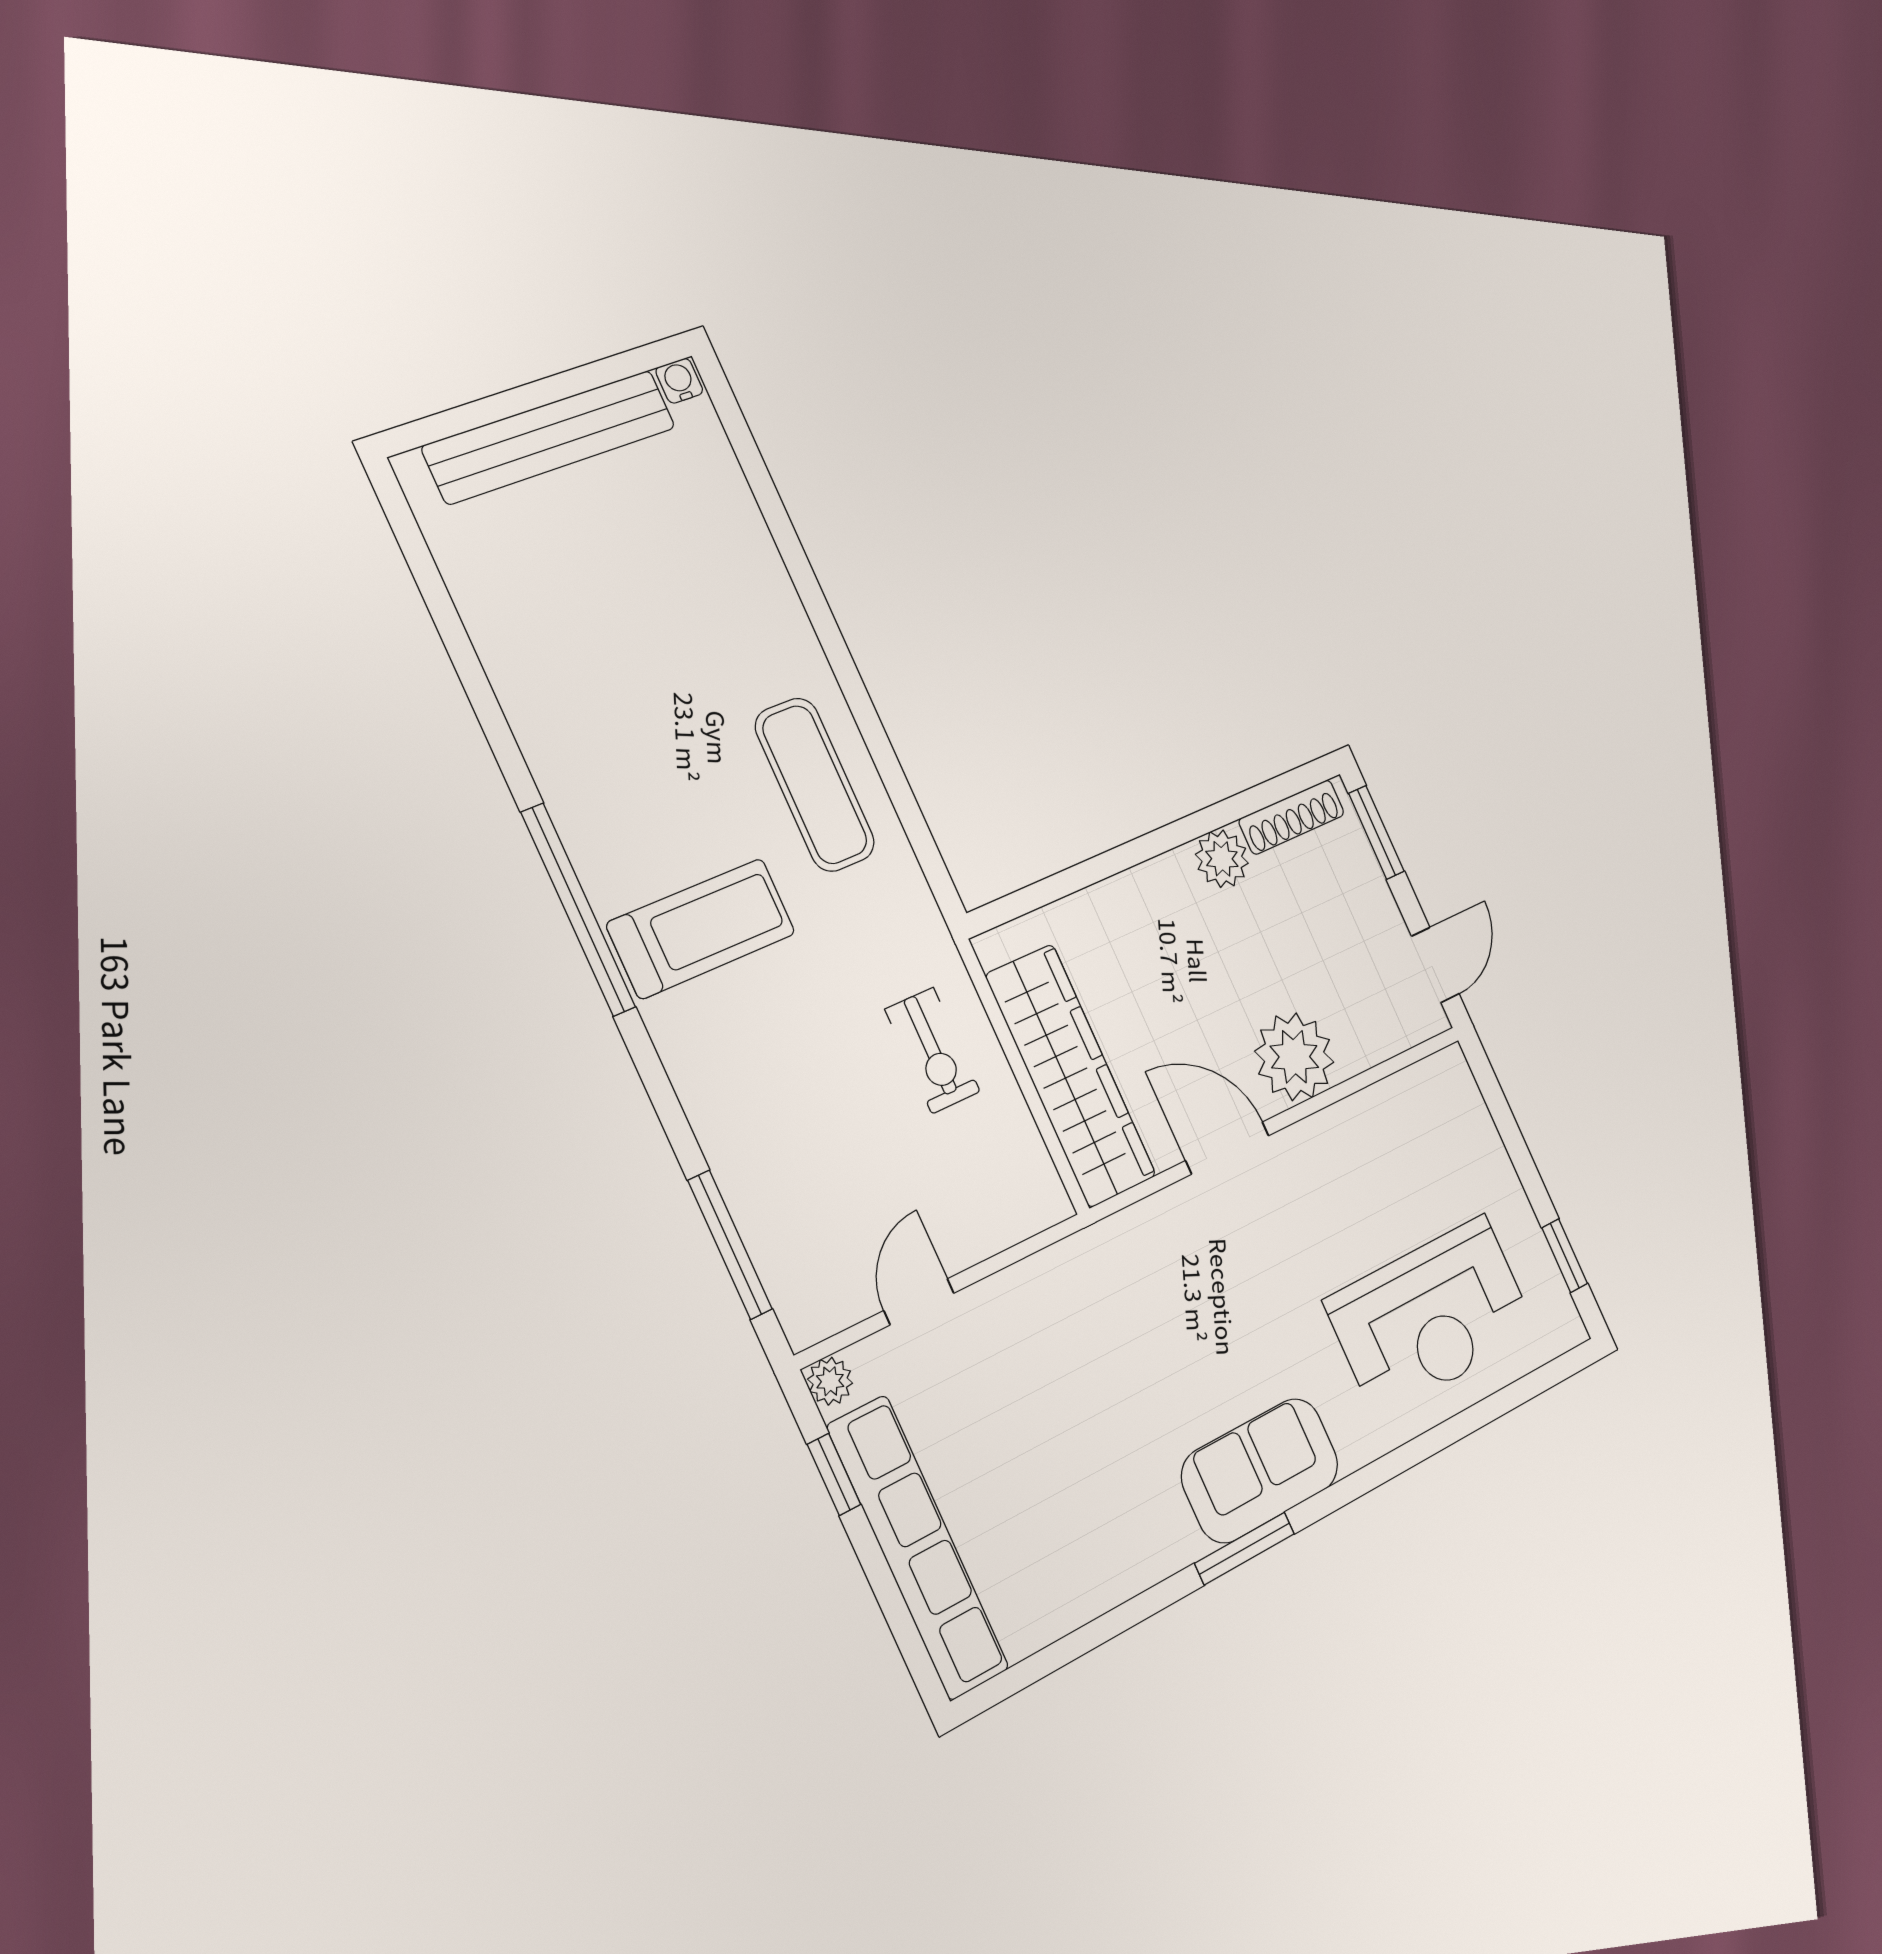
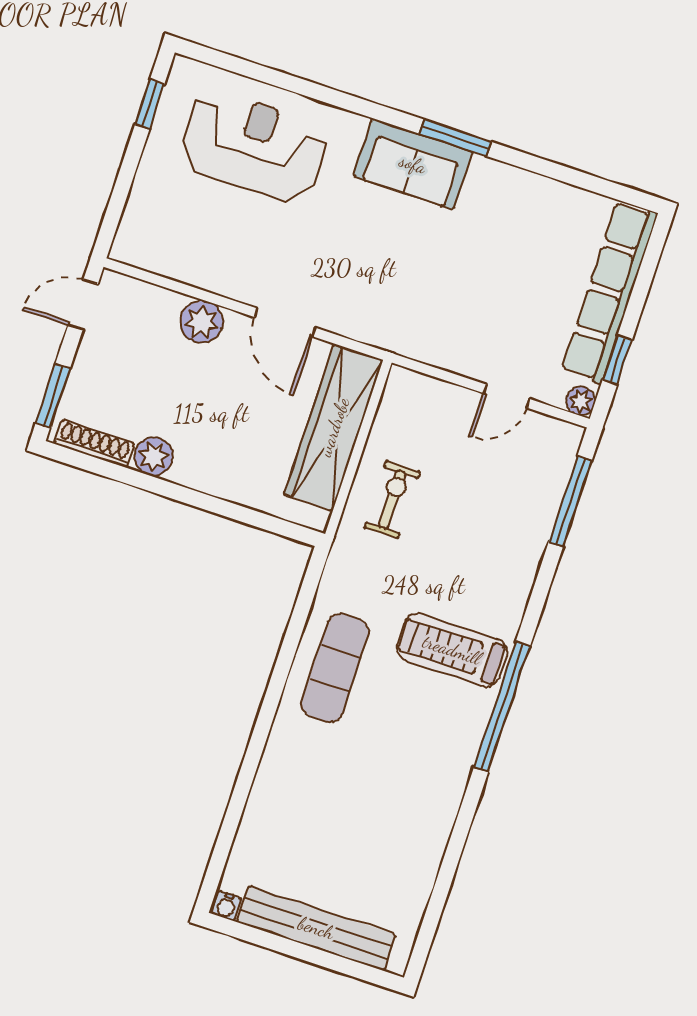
plant: (1294, 1057) -> (202, 322), width x0.73, depth x0.73

